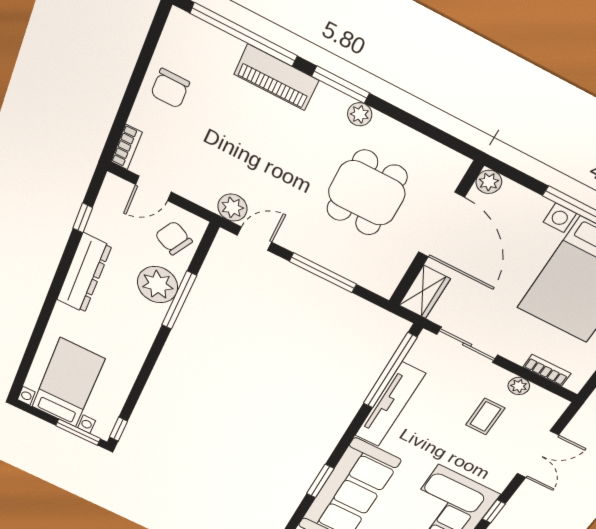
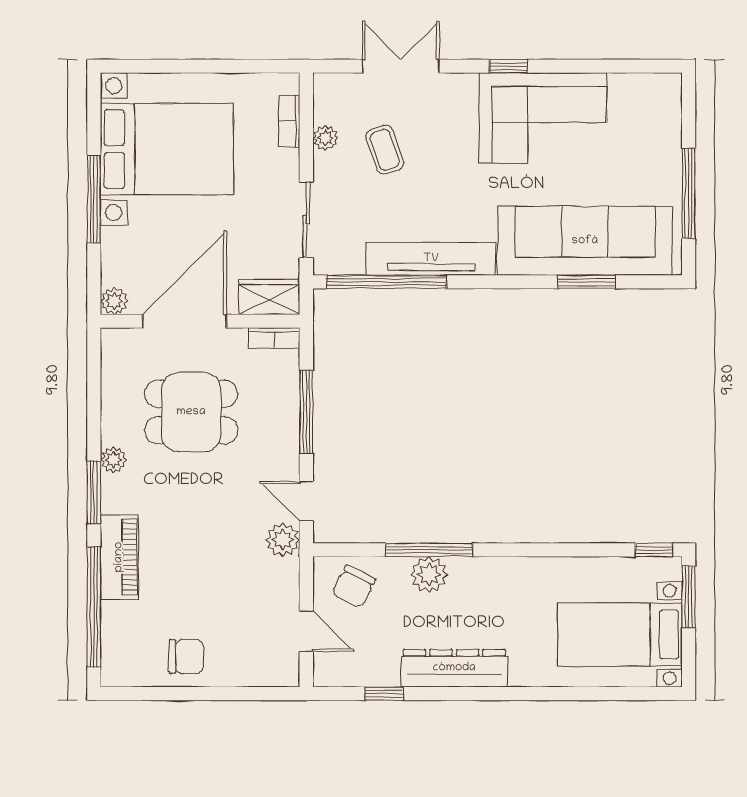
bookcase: (126, 147) -> (274, 338), moved, turned 180
plant: (157, 285) -> (429, 575), width x0.73, depth x0.73
coffee table: (485, 417) -> (385, 150), turned 71

